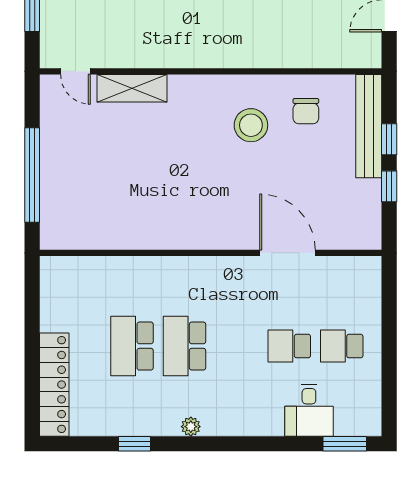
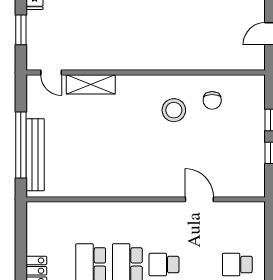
bench: (369, 126) -> (35, 155), moved
door: (287, 253) -> (199, 199), width x0.73
school desk: (289, 346) -> (164, 265), moved

